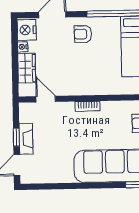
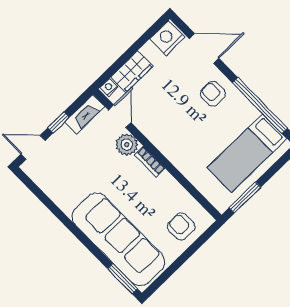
nightstand: (23, 47) -> (109, 87), moved
plant: (66, 110) -> (127, 145), added
fireplace: (26, 139) -> (84, 114), moved

